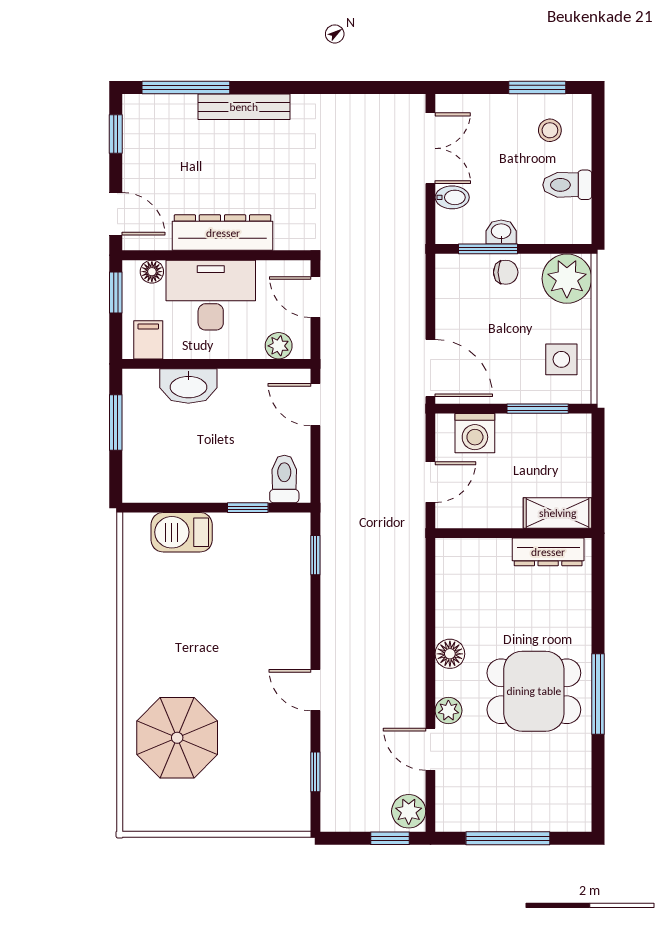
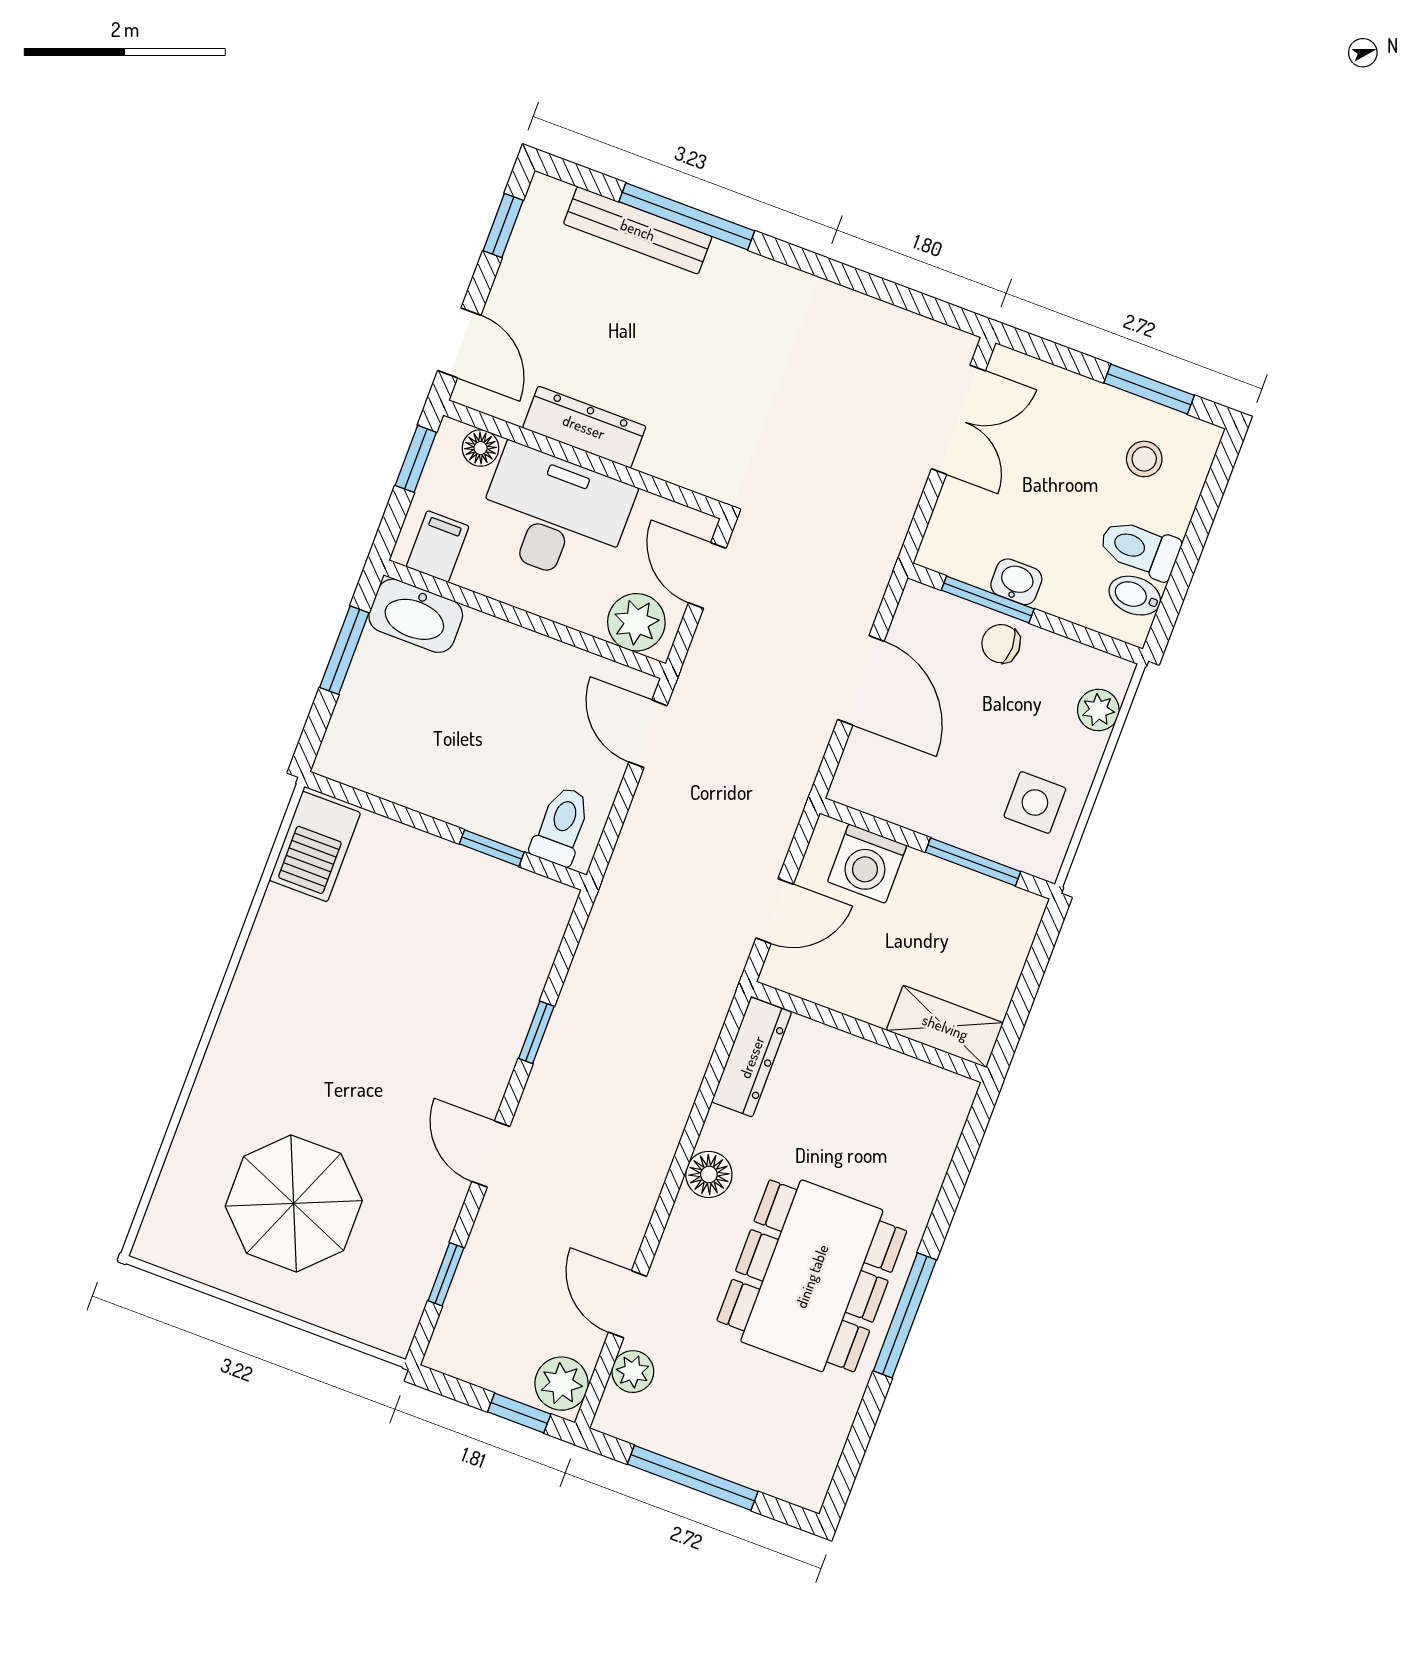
window: (186, 88) -> (687, 216), moved
bench: (244, 107) -> (638, 230), moved
bidet: (452, 197) -> (1135, 596), moved, turned 180
dresser: (223, 233) -> (584, 427), width x0.73, depth x0.80
chair: (506, 272) -> (1001, 644), turned 180
plant: (567, 279) -> (1098, 710), width x0.53, depth x0.53
plant: (279, 346) -> (636, 622), width x1.38, depth x1.38
door: (430, 368) -> (861, 680), moved
washbasin: (188, 386) -> (416, 616), moved
barbecue: (182, 532) -> (315, 846), moved, turned -90
dresser: (548, 552) -> (752, 1057), moved, turned -90
window: (315, 555) -> (536, 1032), moved
dining table: (534, 691) -> (812, 1276), width x1.38
plant: (448, 711) -> (633, 1372), moved
parasol: (177, 738) -> (294, 1203), moved

